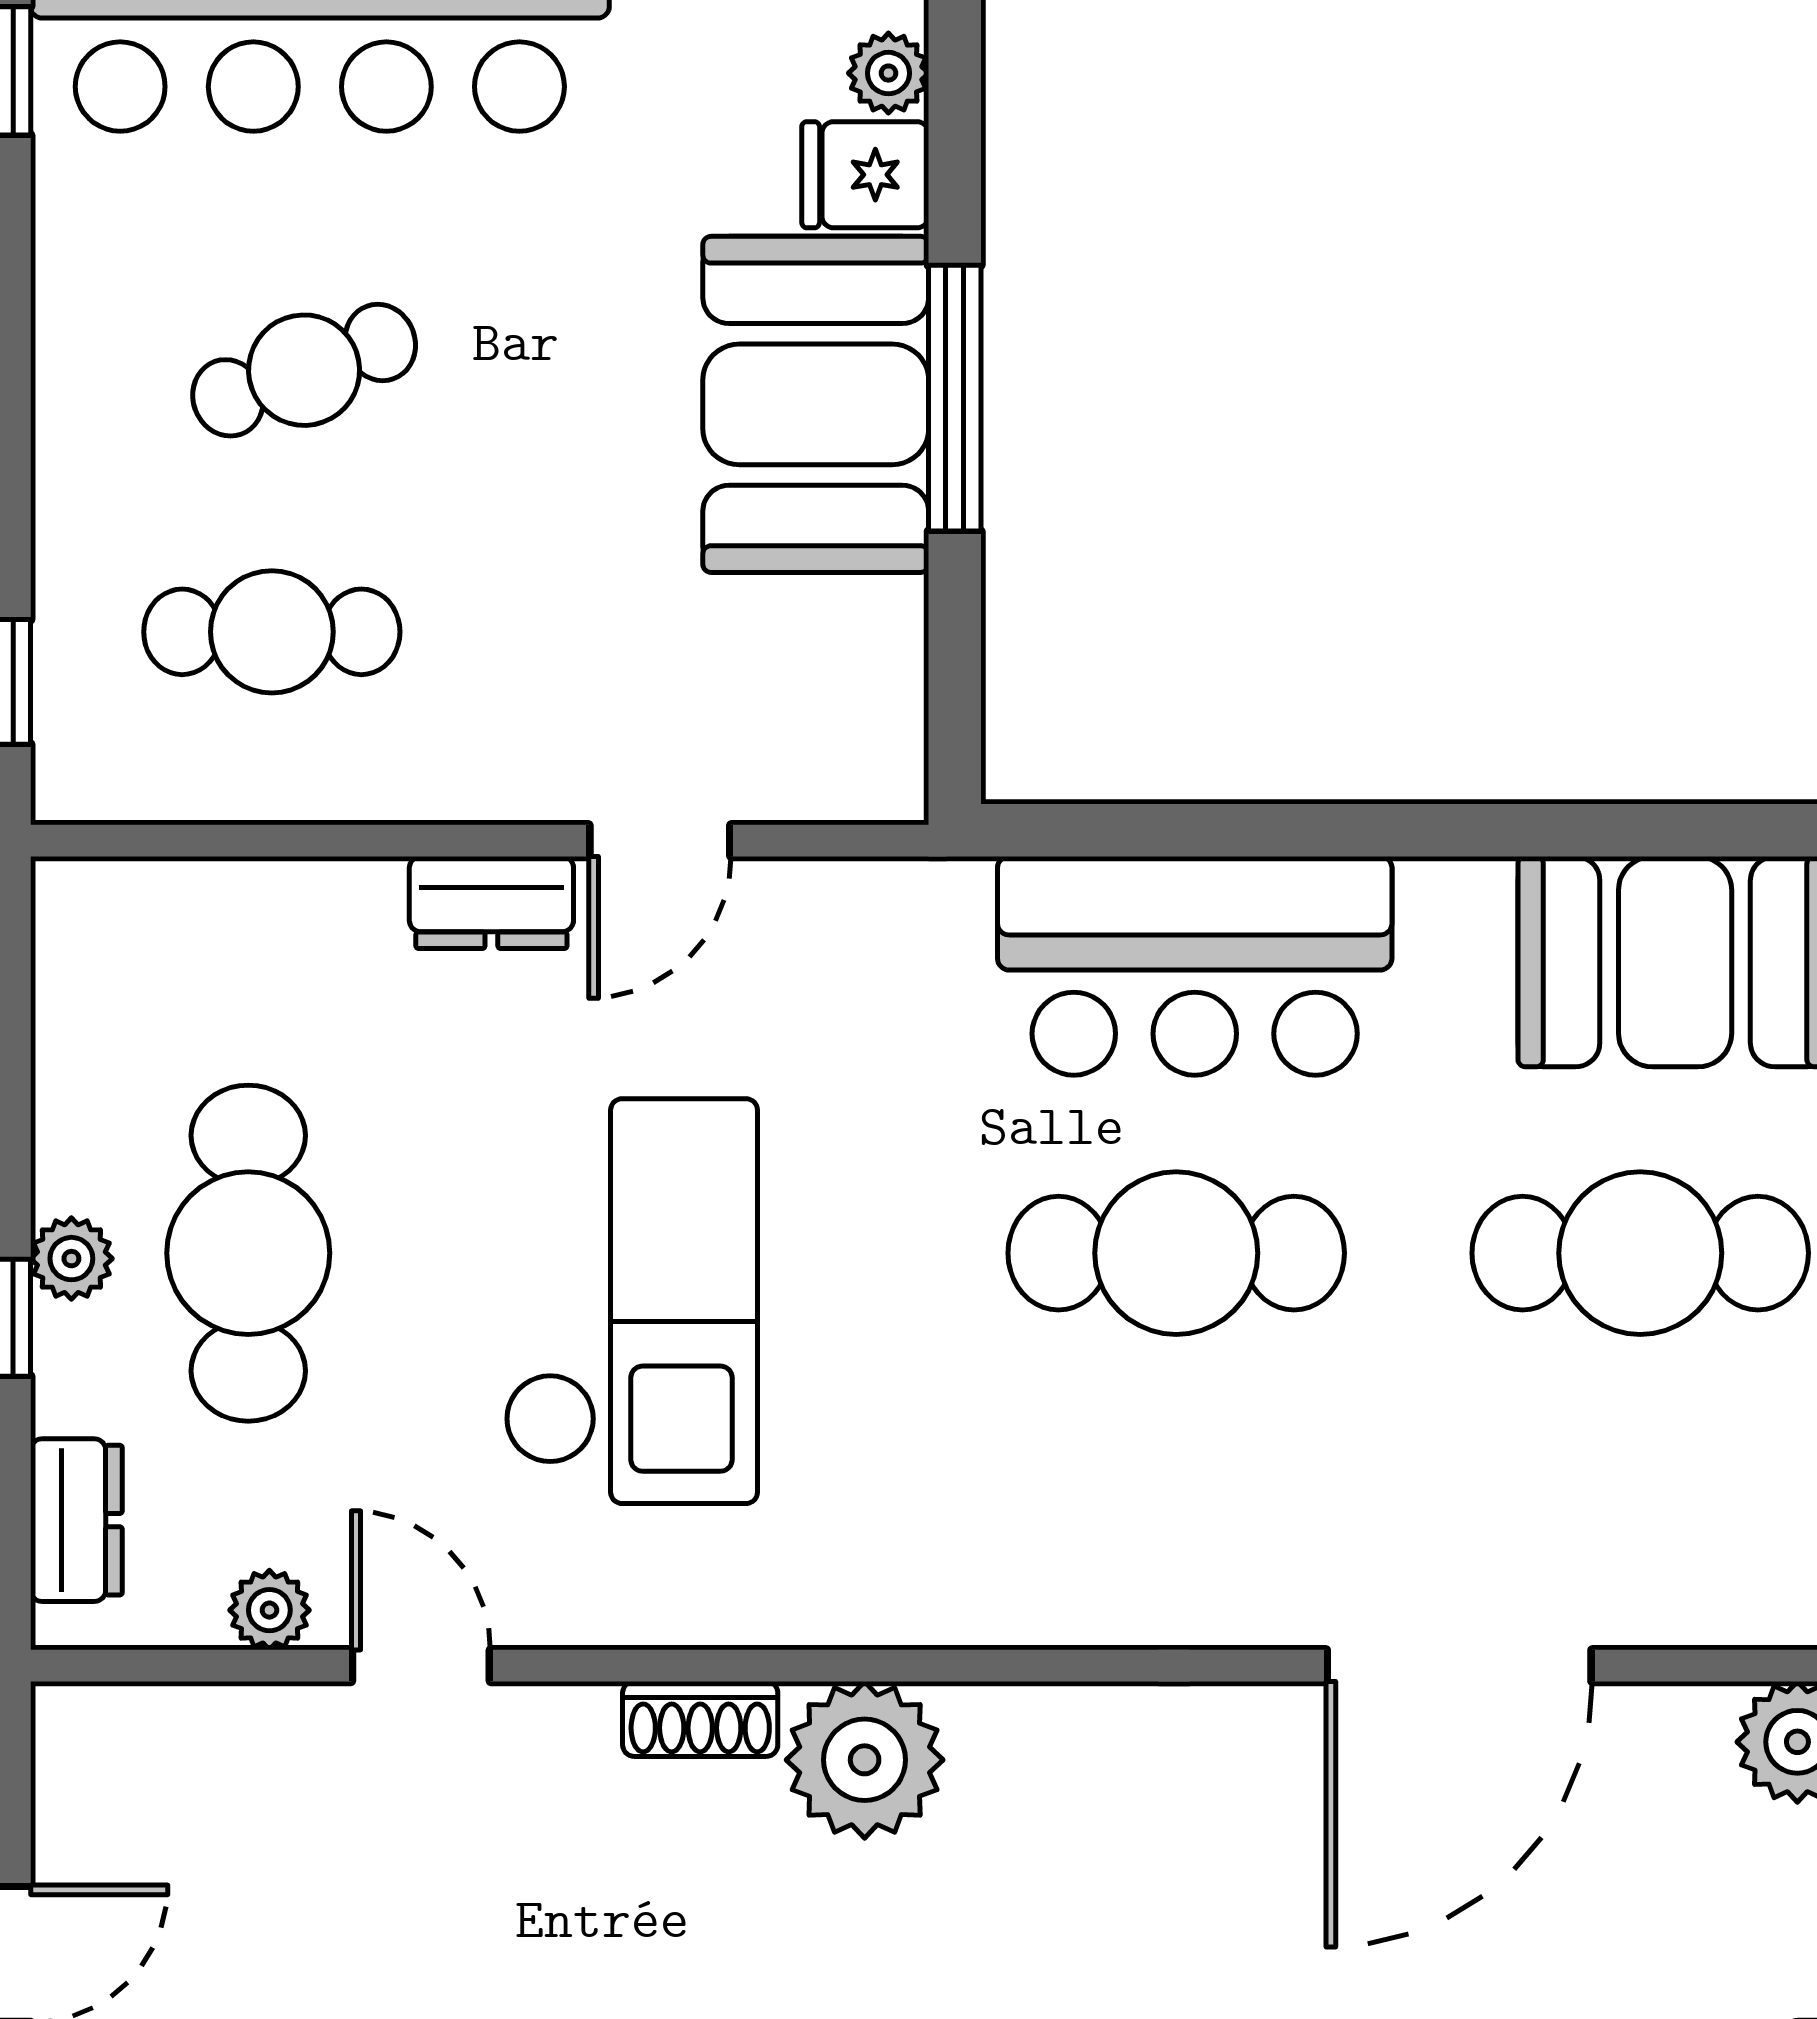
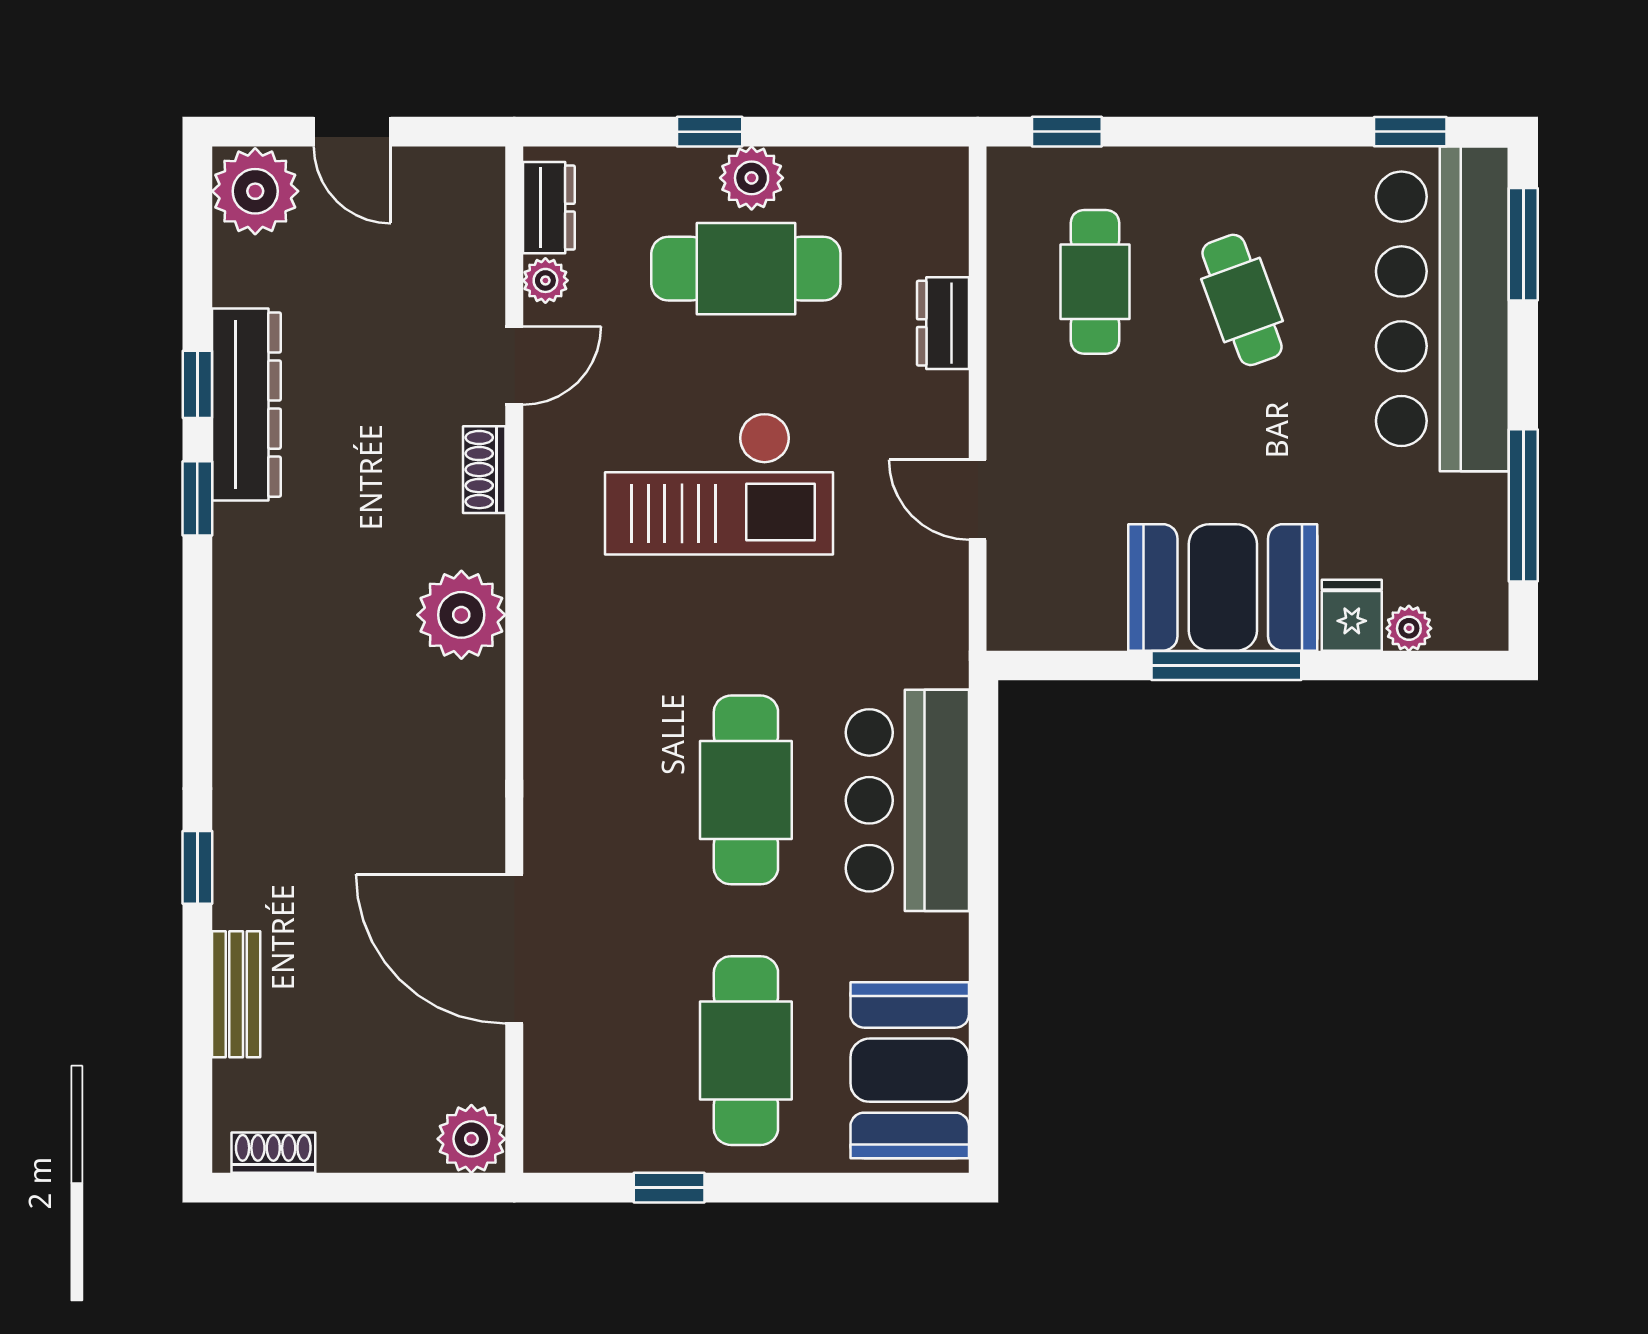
dresser: (491, 902) -> (943, 323), moved
plant: (71, 1259) -> (752, 178), width x1.38, depth x1.38
dresser: (76, 1520) -> (549, 208), moved, turned -90
shoe rack: (700, 1719) -> (484, 470), moved

